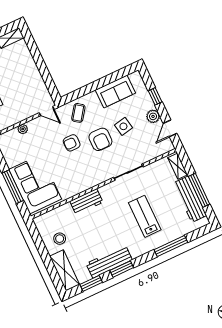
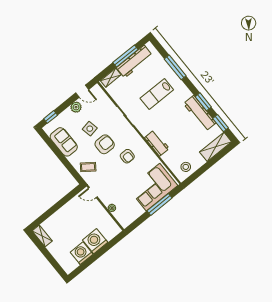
window: (155, 96) -> (51, 117), moved
door: (47, 111) -> (93, 193), swing flipped
armchair: (72, 143) -> (127, 156), moved
stool: (60, 239) -> (186, 167), moved

